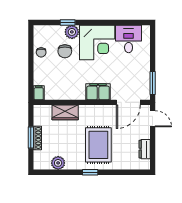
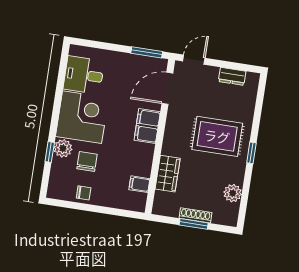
chair: (65, 51) -> (87, 162), turned -90
filing cabinet: (39, 93) -> (139, 184), moved
door: (128, 102) -> (167, 88), swing flipped

